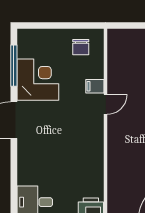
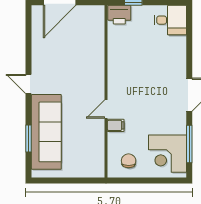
corner desk: (38, 80) -> (167, 154), moved

